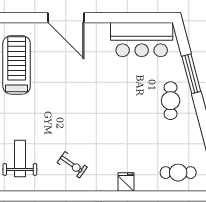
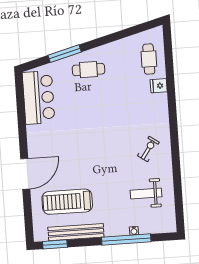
door: (66, 18) -> (25, 174), moved
fridge: (126, 182) -> (159, 86), moved

